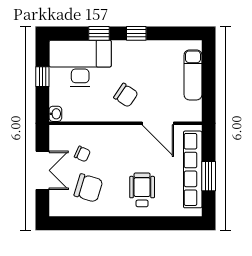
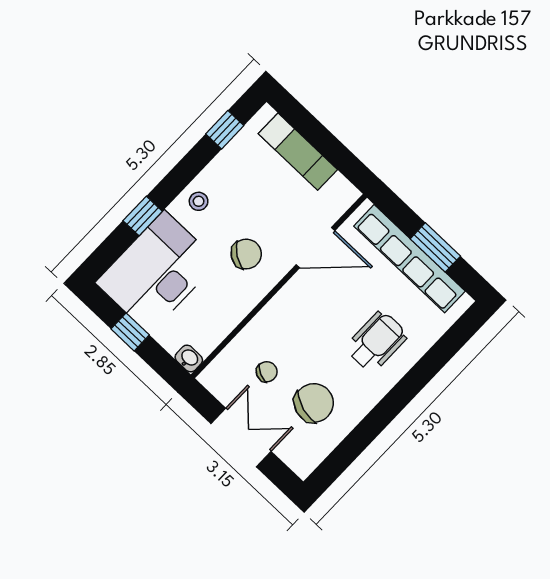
window: (136, 33) -> (225, 130), moved
stool: (129, 52) -> (199, 201), added
wheelchair: (142, 190) -> (376, 342), turned 90

